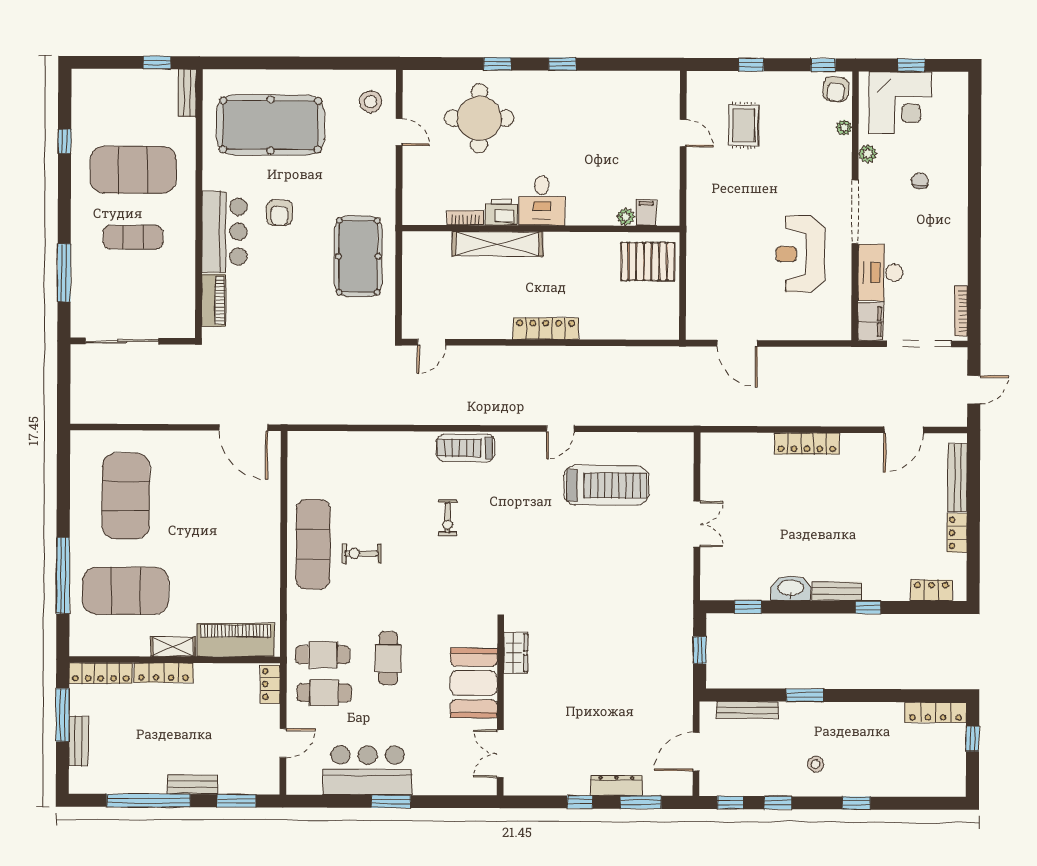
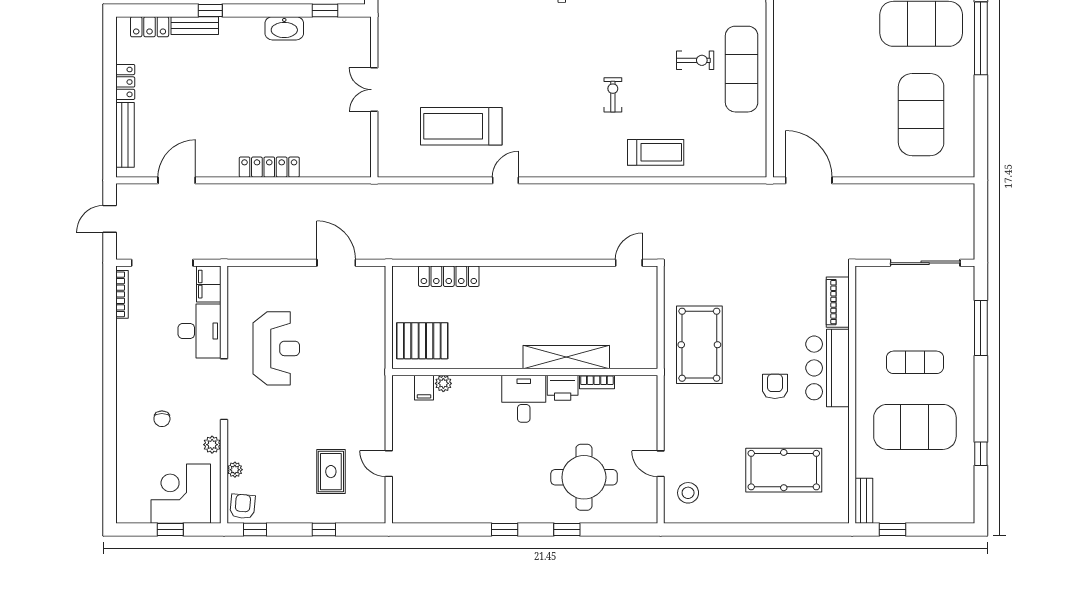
pool table: (271, 125) -> (784, 470), width x0.73, depth x0.76
locker: (546, 329) -> (449, 276), moved
treadmill: (466, 448) -> (656, 152), moved
bench: (837, 591) -> (195, 26), moved

